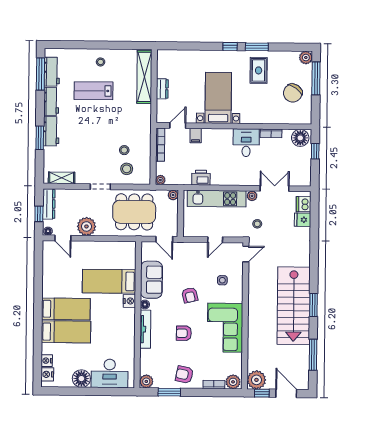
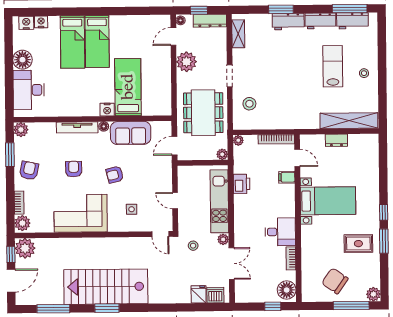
stool: (124, 150) -> (270, 101), removed

